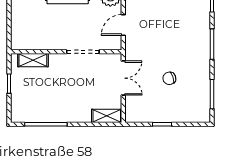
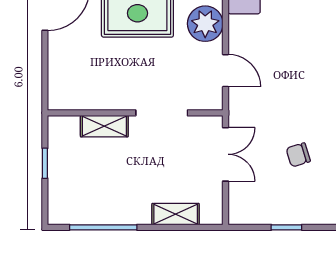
door: (123, 25) -> (226, 71), swing flipped
shelving: (33, 60) -> (104, 126), moved
shelving: (107, 116) -> (176, 214), moved

